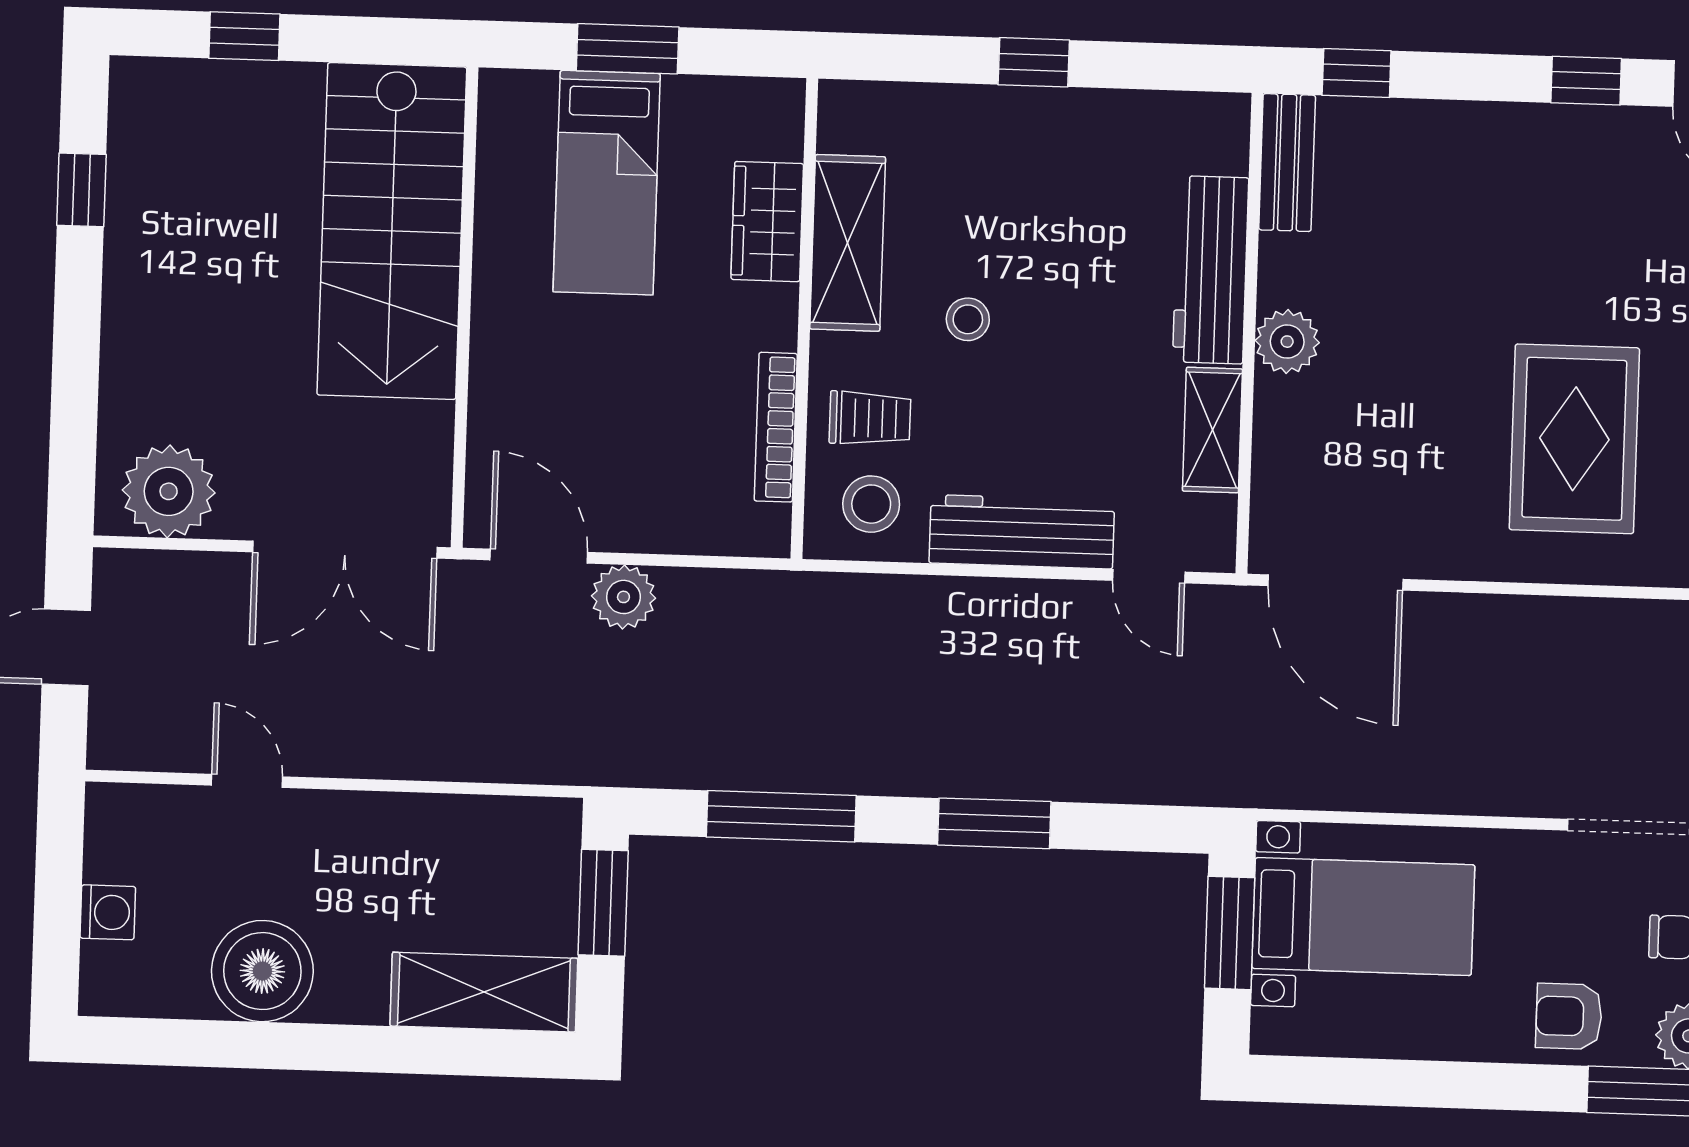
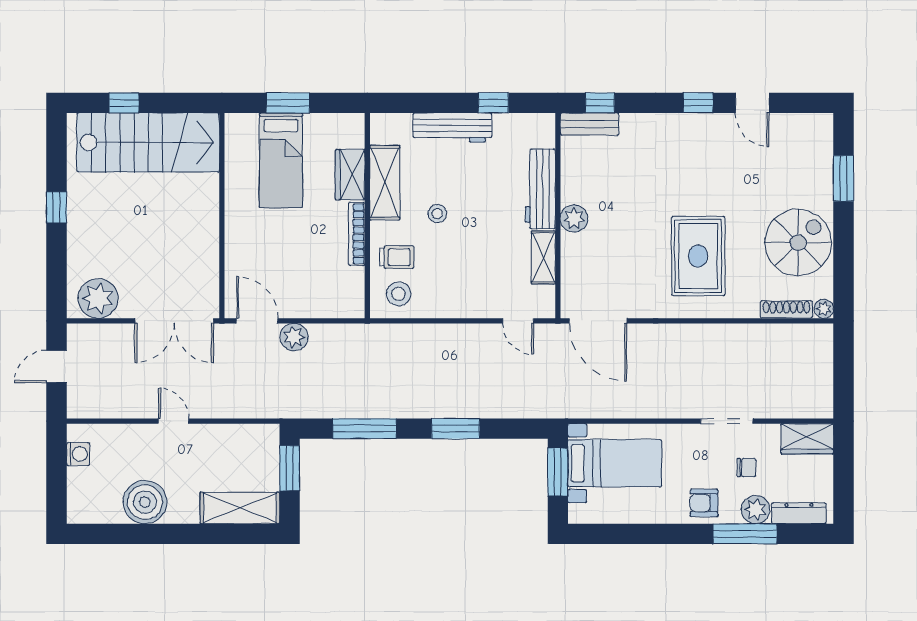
window: (1034, 62) -> (493, 103), moved
bench: (1287, 163) -> (589, 124), moved, turned 90
window: (81, 190) -> (57, 207), moved
stairs: (392, 231) -> (148, 142), moved, turned -90
bookcase: (776, 427) -> (357, 234), moved
workbench: (1022, 532) -> (452, 128), moved, turned 180
door: (247, 781) -> (174, 421), moved
washing machine: (108, 912) -> (78, 454), moved

